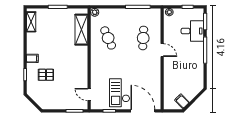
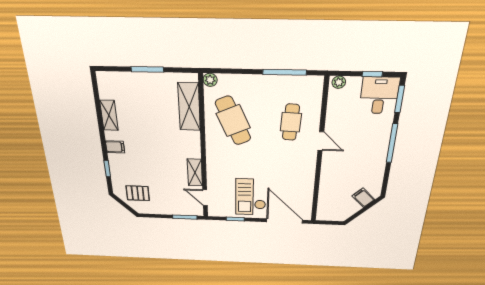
shelving: (31, 22) -> (109, 115), moved
desk: (192, 31) -> (379, 95), moved, turned -90
cafe table: (108, 38) -> (233, 121), width x1.37, depth x1.35
pallet: (46, 75) -> (138, 193), moved
shelving: (83, 75) -> (195, 172), added
filing cabinet: (182, 101) -> (363, 198), moved

